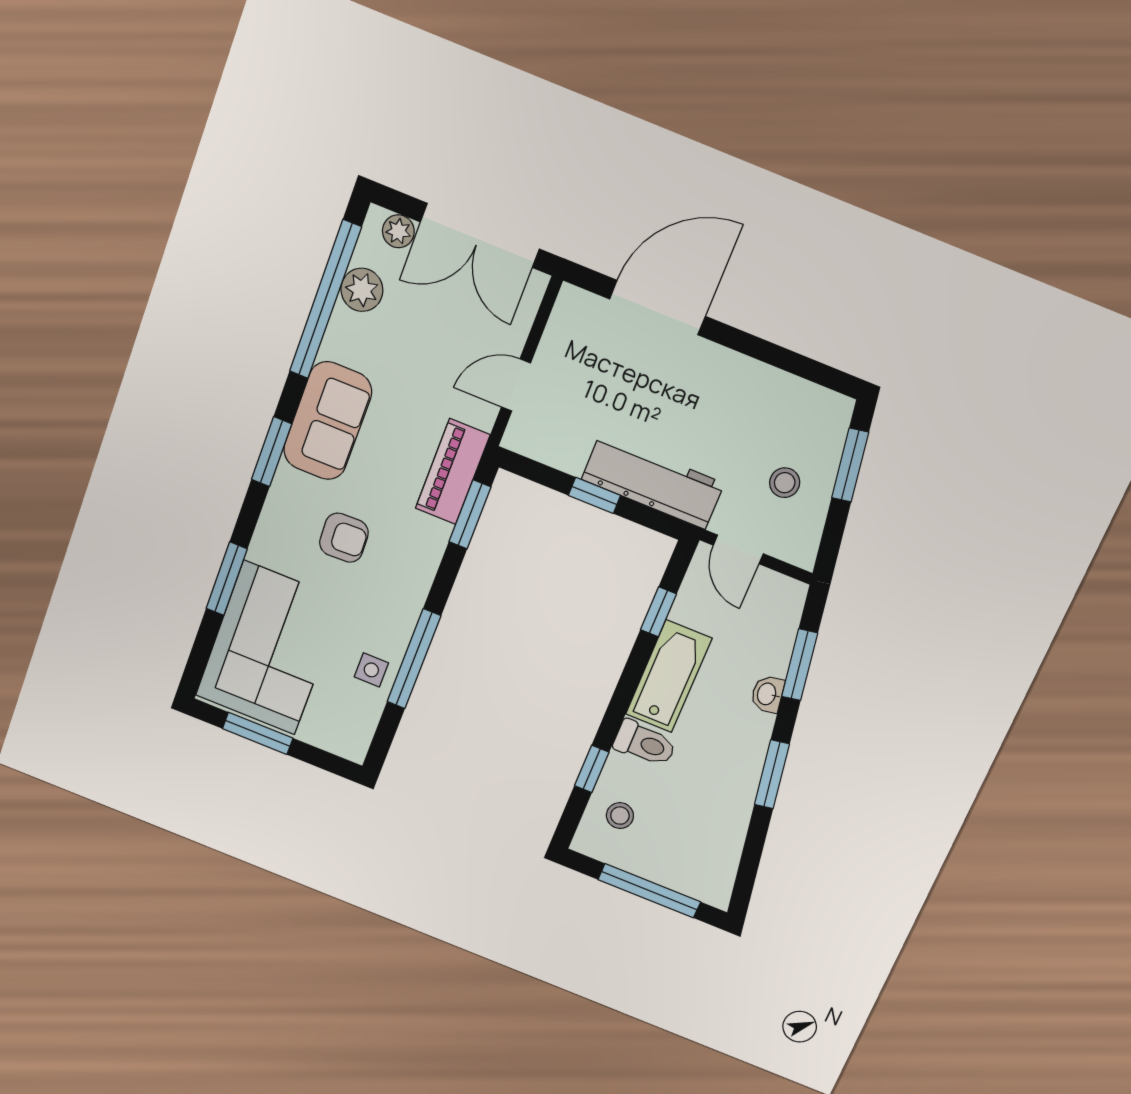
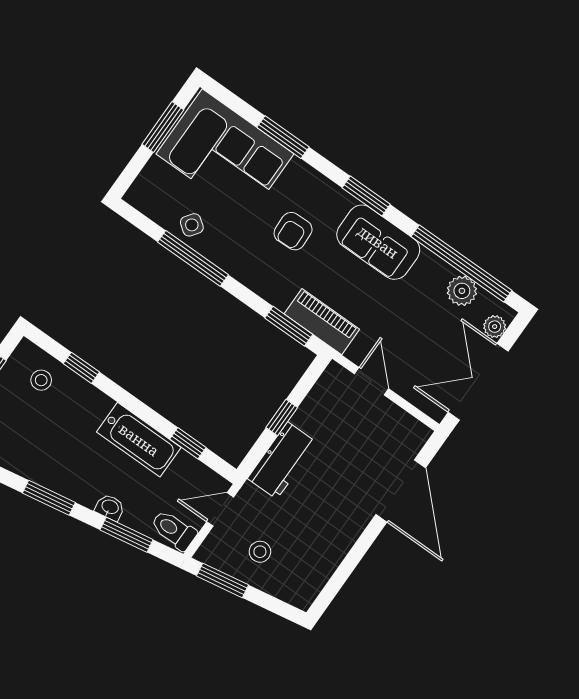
window: (850, 465) -> (222, 580), moved
workbench: (653, 481) -> (282, 461), width x0.73
side table: (371, 670) -> (192, 225), turned 36
toilet: (645, 743) -> (174, 530), moved, turned 90

